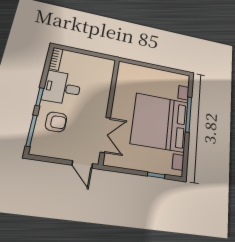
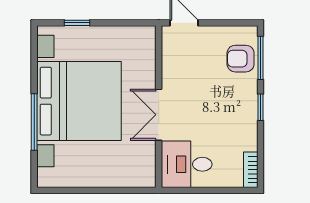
desk: (62, 88) -> (187, 164), moved, turned 180
armchair: (56, 122) -> (241, 59), moved
double door: (105, 135) -> (159, 115), moved

